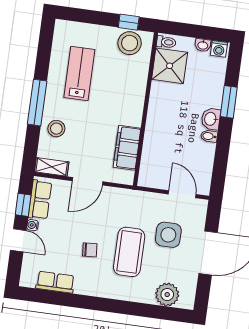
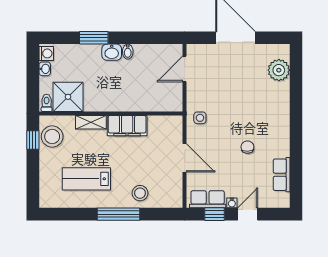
filing cabinet: (127, 148) -> (127, 126), moved
shelving: (52, 167) -> (91, 122), moved, turned 90
side table: (168, 235) -> (200, 118), moved, width x0.54, depth x0.54
coffee table: (129, 252) -> (244, 111), removed

